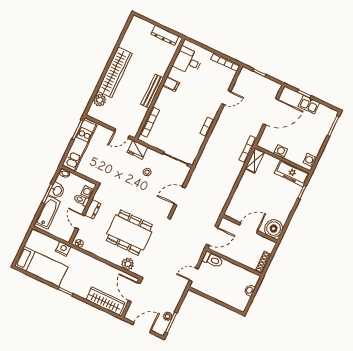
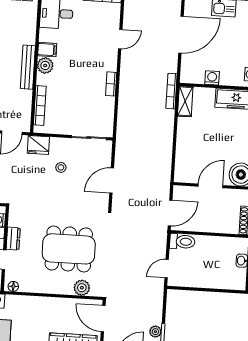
plant: (165, 95) -> (45, 66), added

